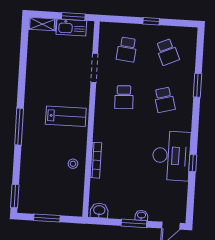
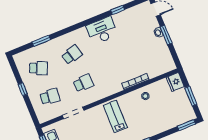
school desk: (167, 52) -> (38, 68), turned 48
window: (197, 85) -> (41, 41), moved
desk: (171, 156) -> (102, 30), width x0.73, depth x0.77
window: (193, 163) -> (118, 10), moved
fridge: (73, 207) -> (175, 82), added
washbasin: (99, 211) -> (169, 63), removed

